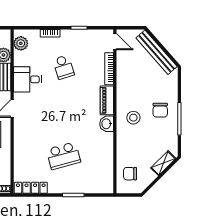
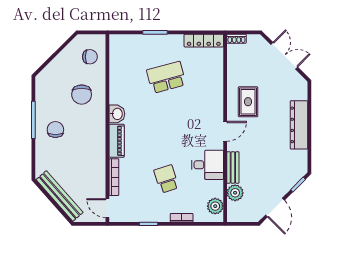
stool: (133, 118) -> (86, 121), removed
chair: (137, 141) -> (82, 95), added
shelving: (163, 163) -> (52, 69), removed

